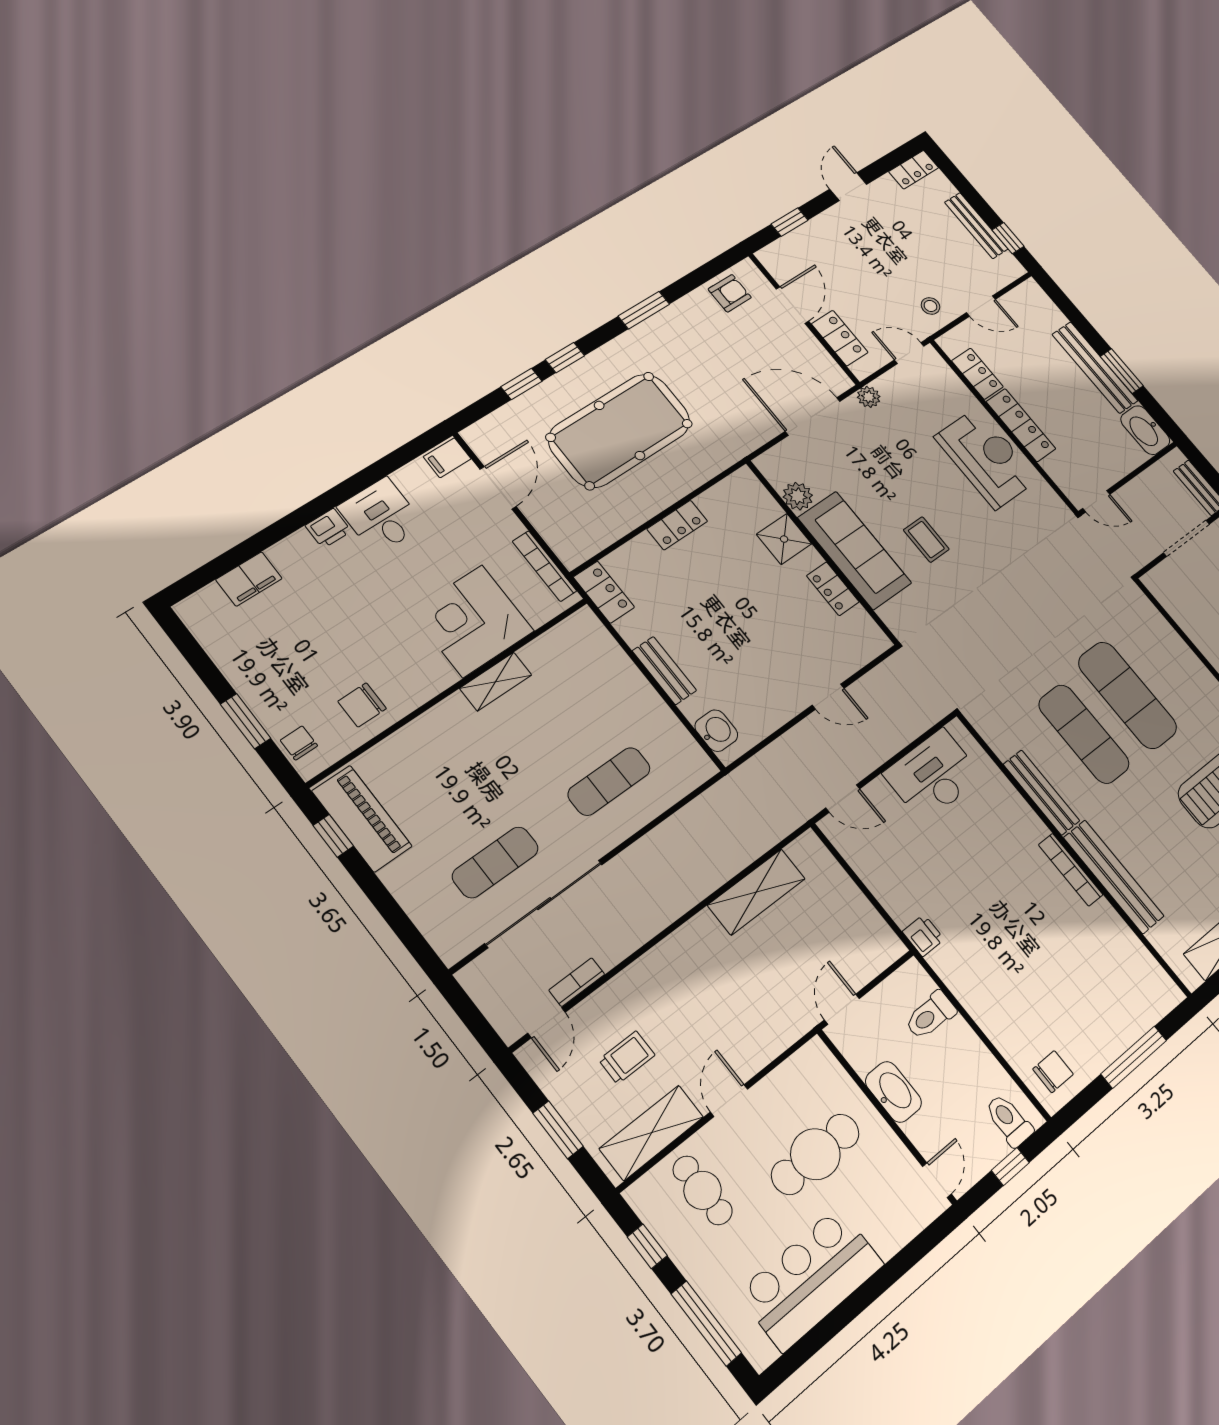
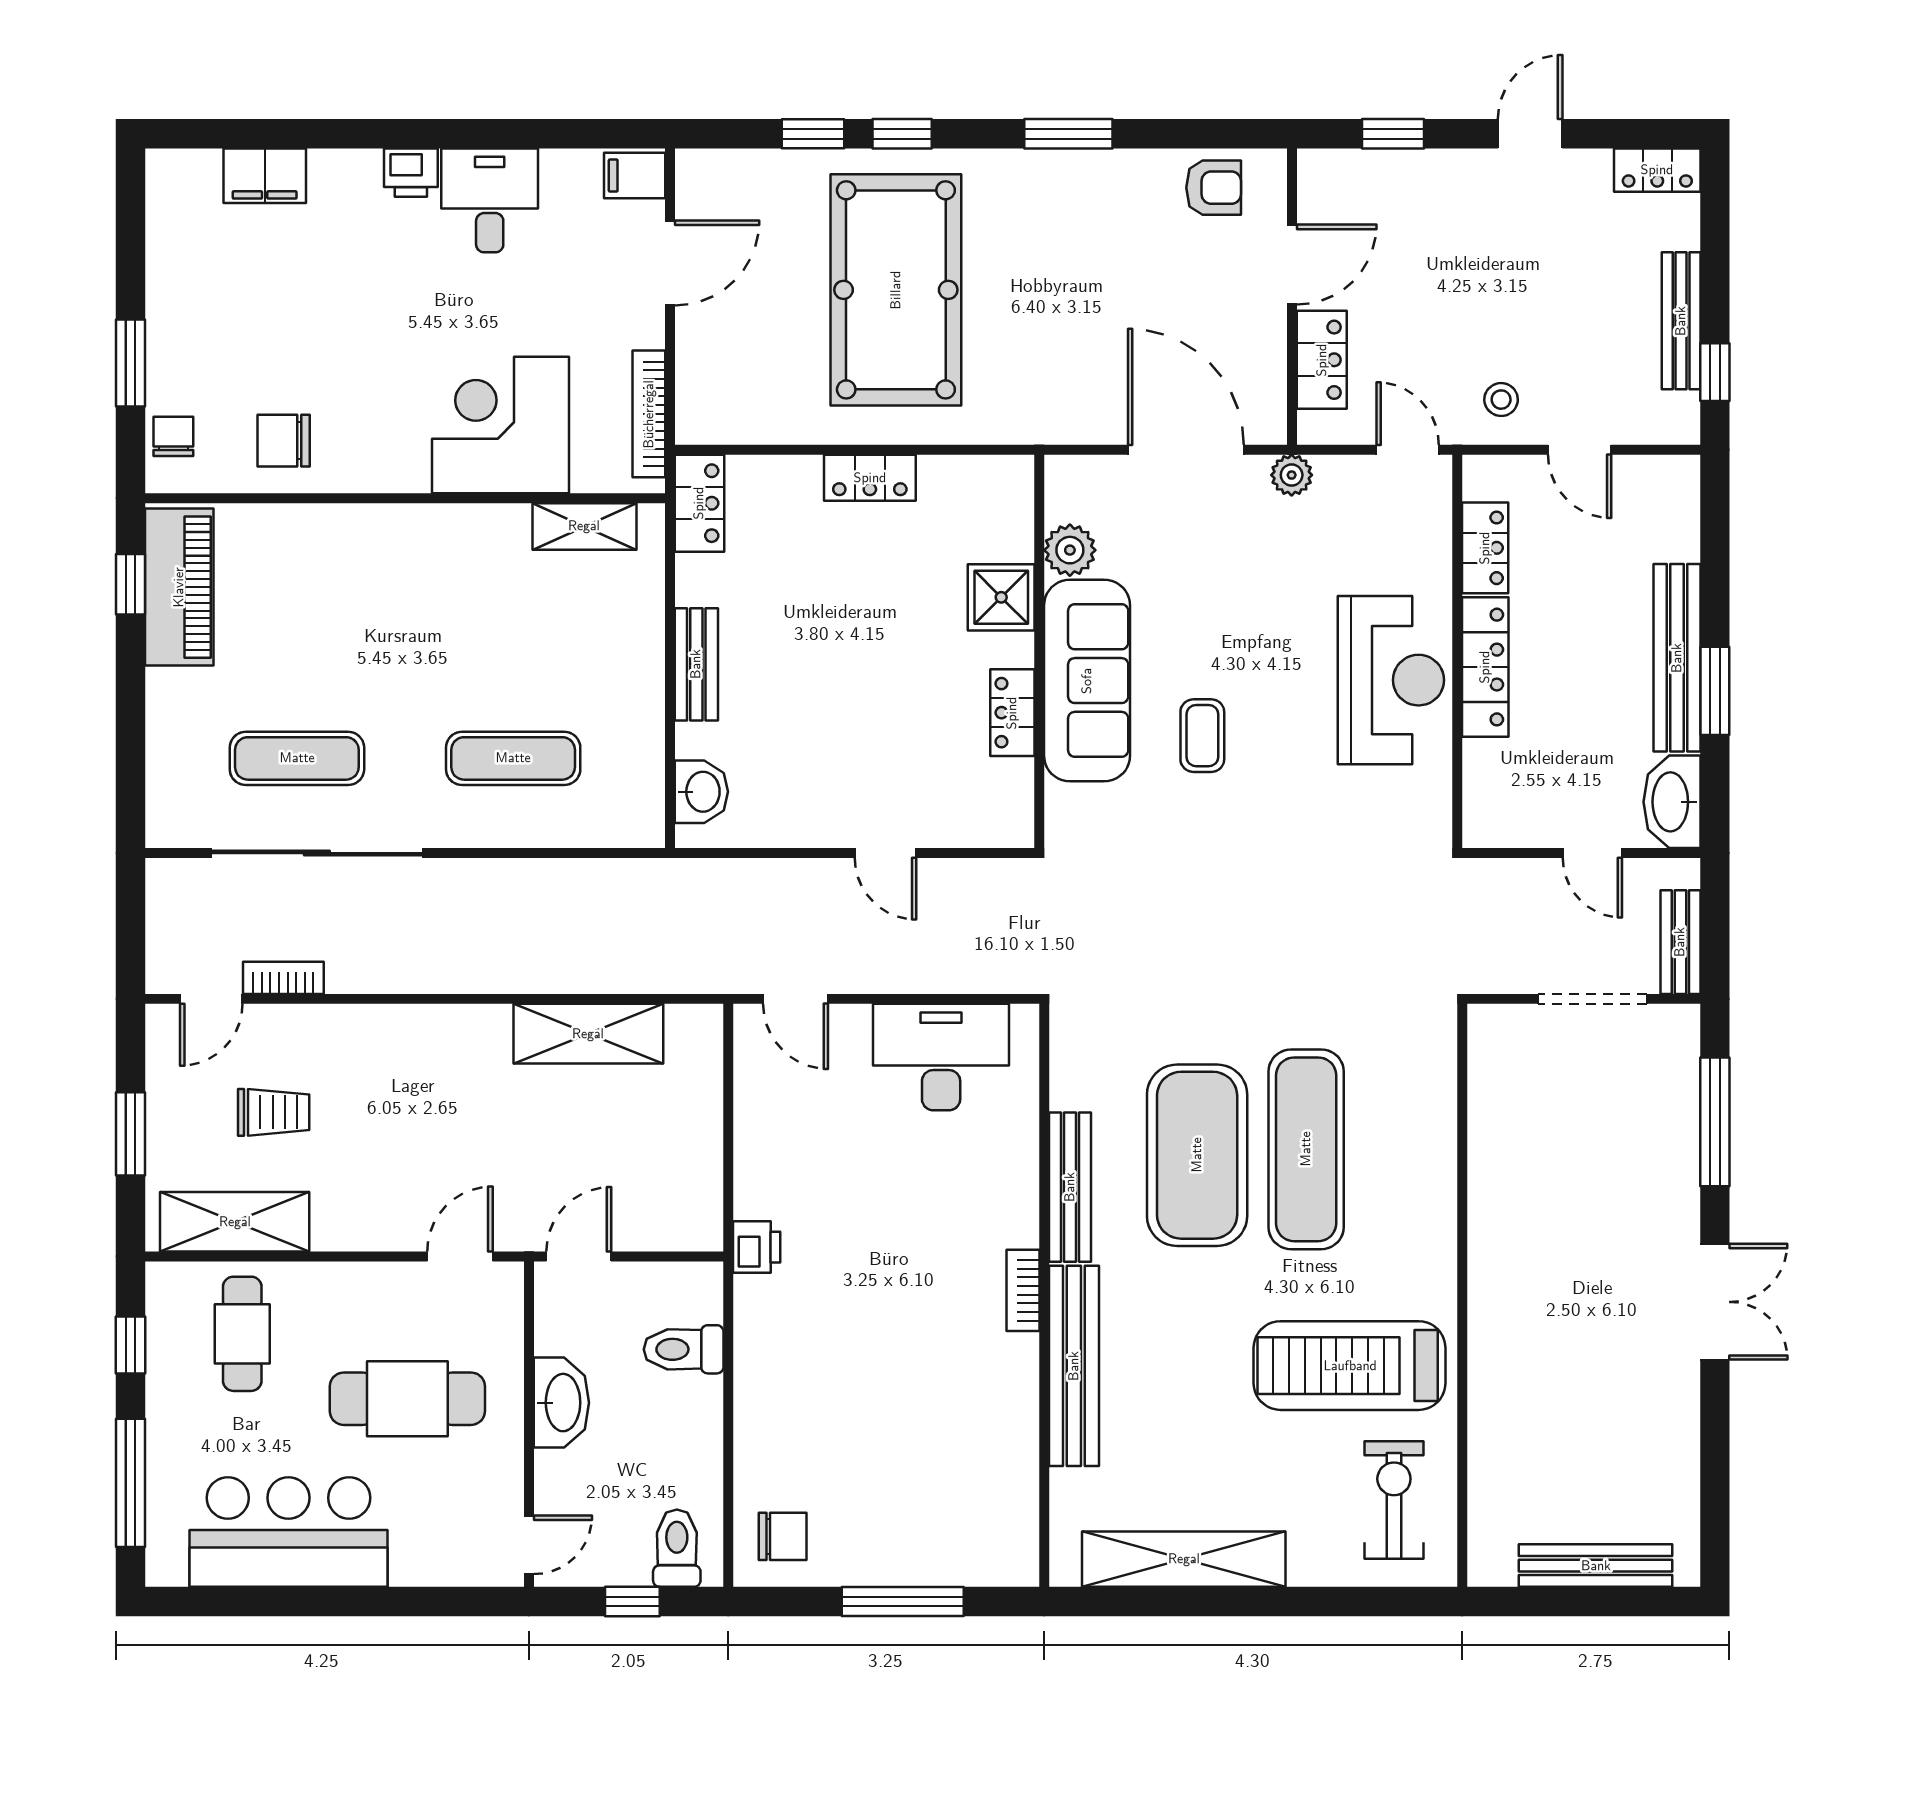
pool table: (620, 430) -> (896, 290), turned 90
door: (1096, 501) -> (1592, 853), moved
shelving: (496, 682) -> (584, 526), moved
exercise mat: (1084, 734) -> (1197, 1155), width x1.47
bookcase: (1071, 870) -> (1023, 1290), width x0.64
door: (729, 1100) -> (460, 1256), moved

